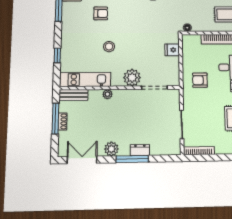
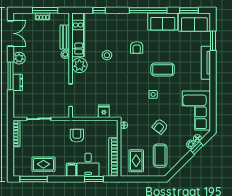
plant: (132, 78) -> (79, 65), moved
bench: (74, 95) -> (65, 37), moved

